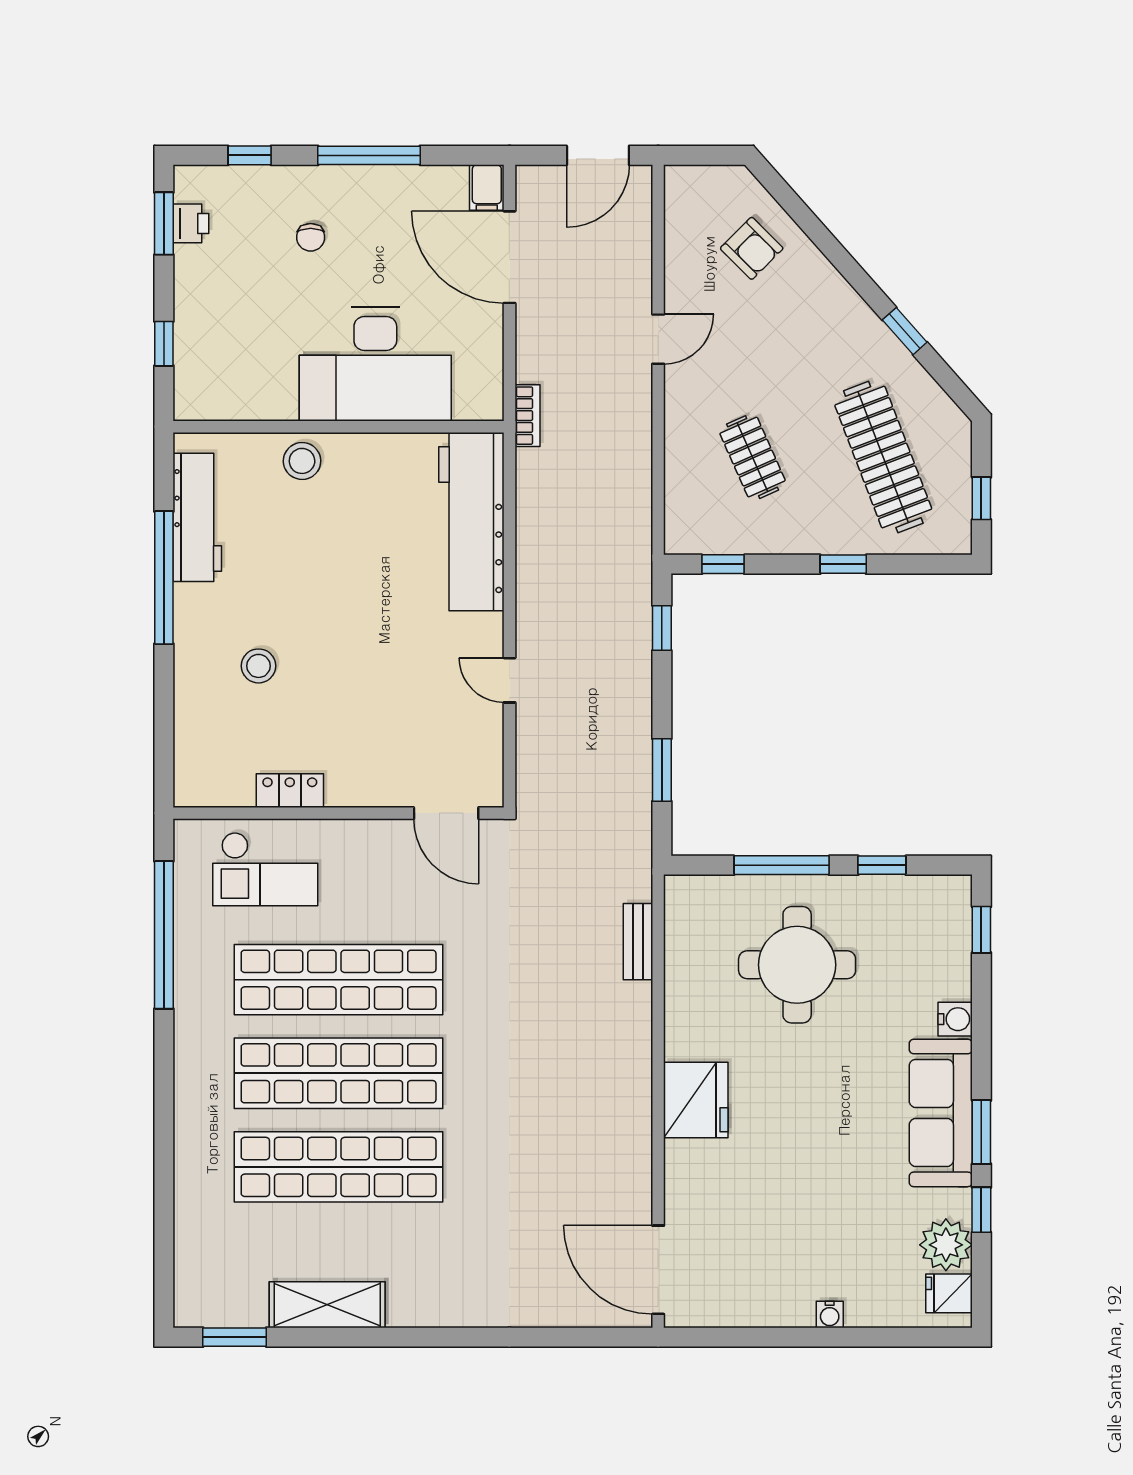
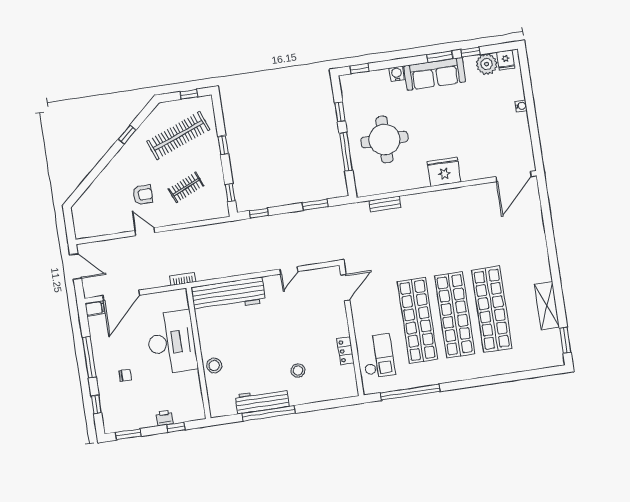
printer: (191, 223) -> (165, 418), moved
armchair: (752, 248) -> (143, 195), moved, turned 45
workbench: (197, 517) -> (262, 401), moved

